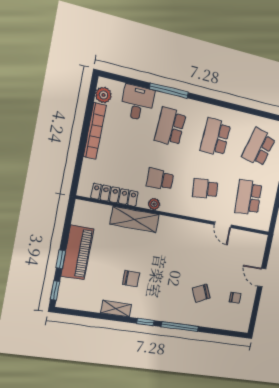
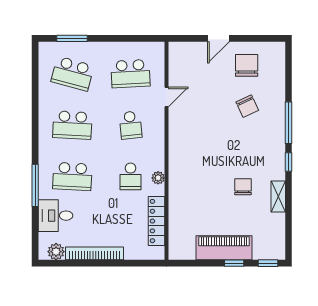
shelving: (135, 219) -> (179, 195), removed
chair: (235, 298) -> (247, 65), width x1.87, depth x1.87

